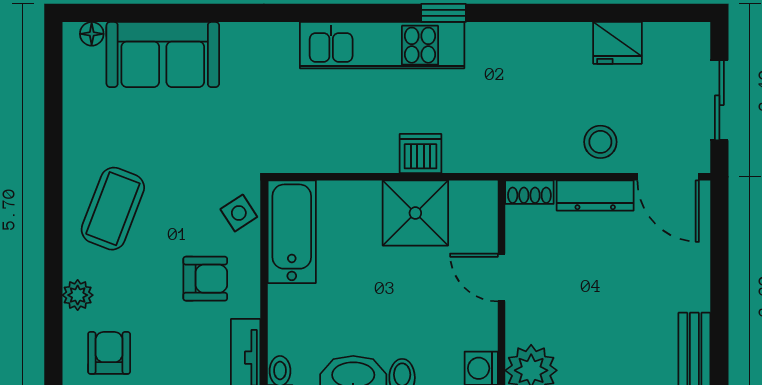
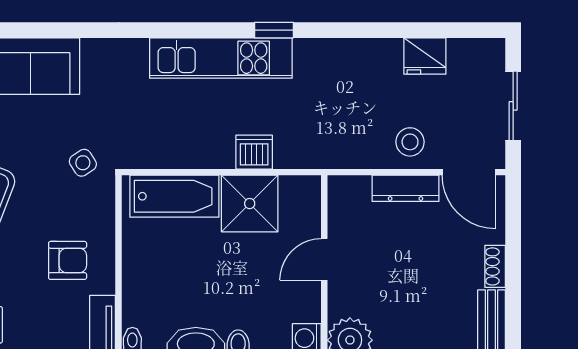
shoe rack: (529, 192) -> (495, 266), moved, turned 90
side table: (239, 213) -> (83, 163), moved
bathtub: (292, 232) -> (174, 196), moved, turned 90
door: (502, 278) -> (324, 259), hinge flipped

